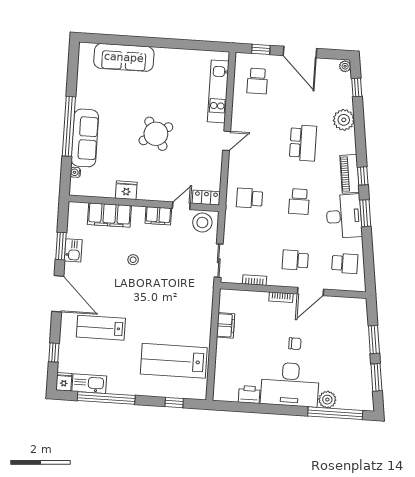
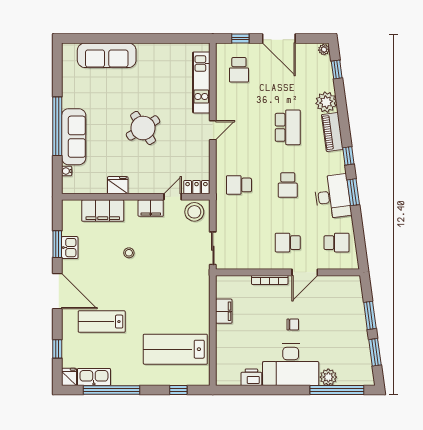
piano: (350, 174) -> (332, 132), moved
bookcase: (255, 280) -> (249, 265), removed
bookcase: (281, 297) -> (270, 280), width x1.56

